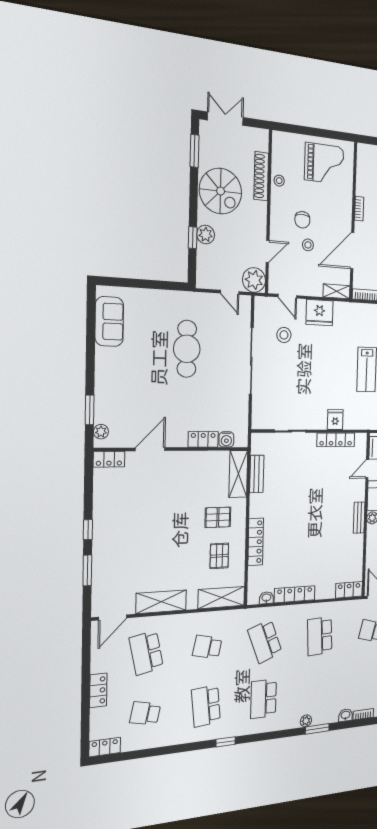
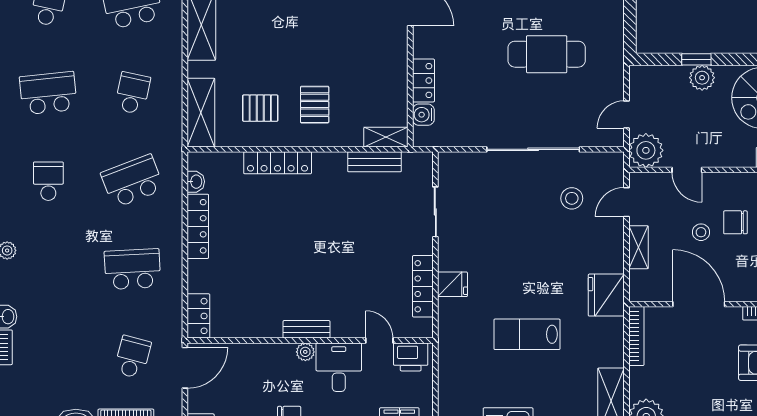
shelving: (337, 291) -> (638, 247), moved
fridge: (320, 313) -> (606, 295), moved
shelving: (238, 474) -> (386, 137), width x0.67, depth x0.75
school desk: (264, 699) -> (48, 181), width x0.54

